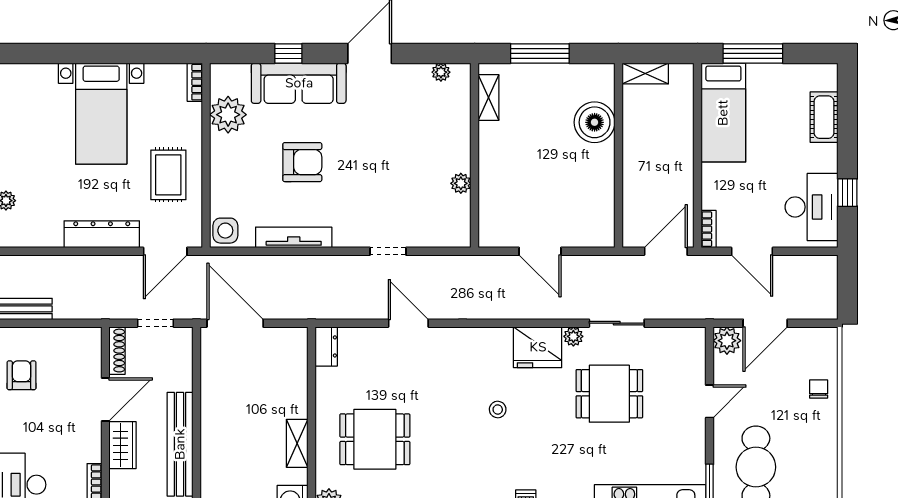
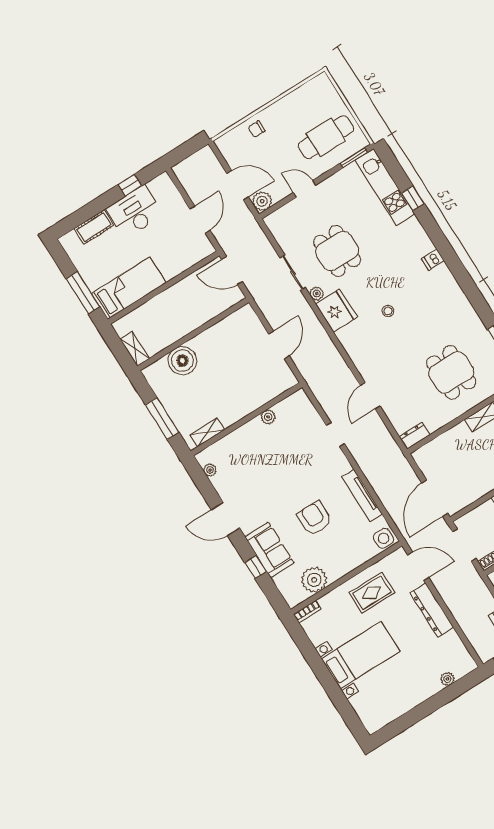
sofa: (299, 83) -> (269, 550), width x0.73
desk: (811, 207) -> (135, 212), moved
bookcase: (709, 229) -> (203, 254), removed
doorway: (155, 323) -> (464, 545), width x1.38

